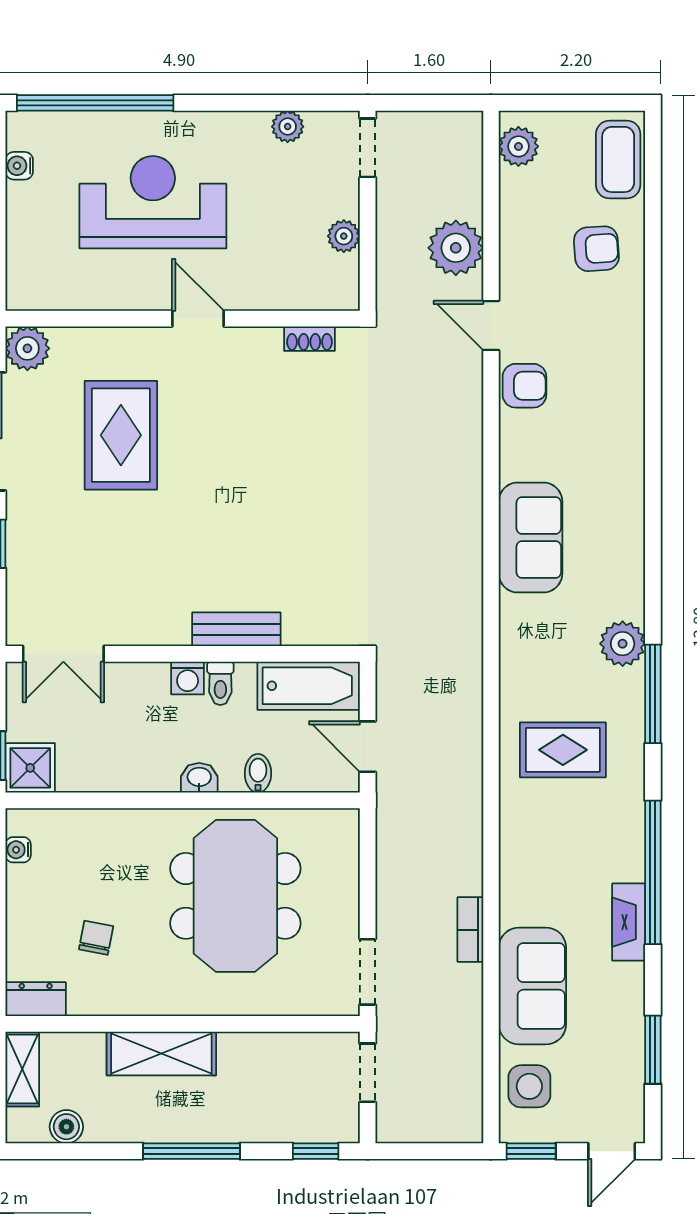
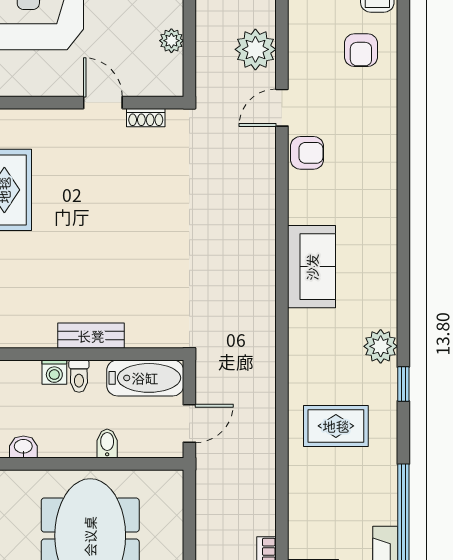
armchair: (596, 249) -> (361, 50), turned 94
door: (198, 319) -> (103, 103), moved
door: (491, 325) -> (282, 108), hinge flipped
window: (653, 694) -> (403, 384), width x0.46
door: (368, 747) -> (189, 424), swing flipped
washbasin: (199, 778) -> (23, 447), moved

